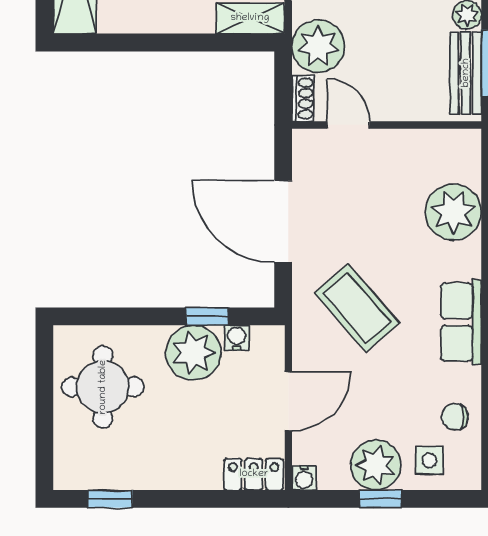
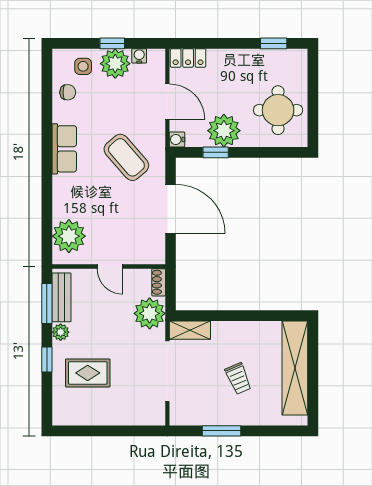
door: (348, 125) -> (110, 266), moved
plant: (453, 212) -> (69, 236), moved
water cooler: (237, 338) -> (177, 139), moved, turned 90
door: (288, 401) -> (167, 102), swing flipped
water cooler: (304, 478) -> (139, 56), moved

